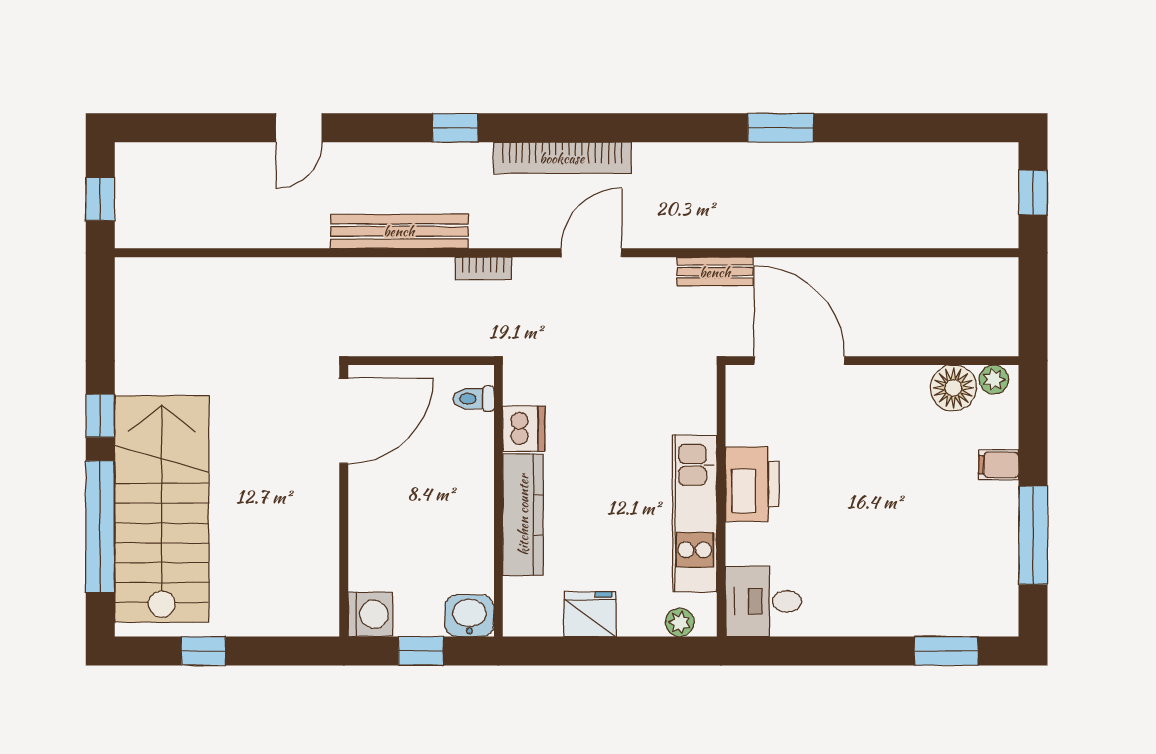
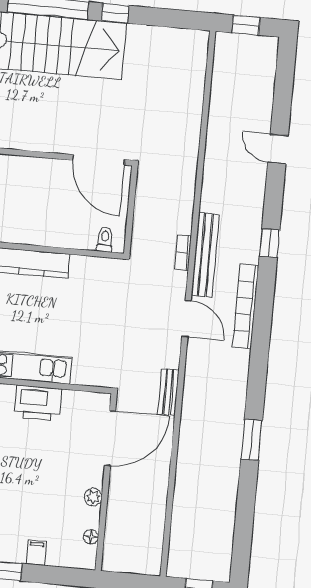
bench: (399, 231) -> (205, 255), moved
plant: (994, 379) -> (93, 497), moved
floor lamp: (953, 388) -> (91, 537), width x0.53, depth x0.53
dishwasher: (524, 429) -> (84, 268), removed

